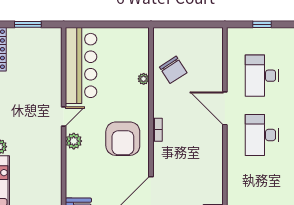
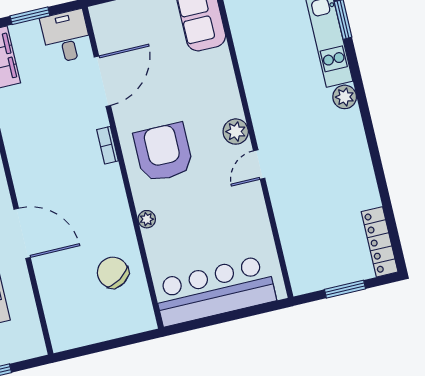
bar counter: (81, 65) -> (215, 291), moved, turned 90
plant: (144, 79) -> (147, 219), moved
bookcase: (157, 130) -> (107, 145), moved

